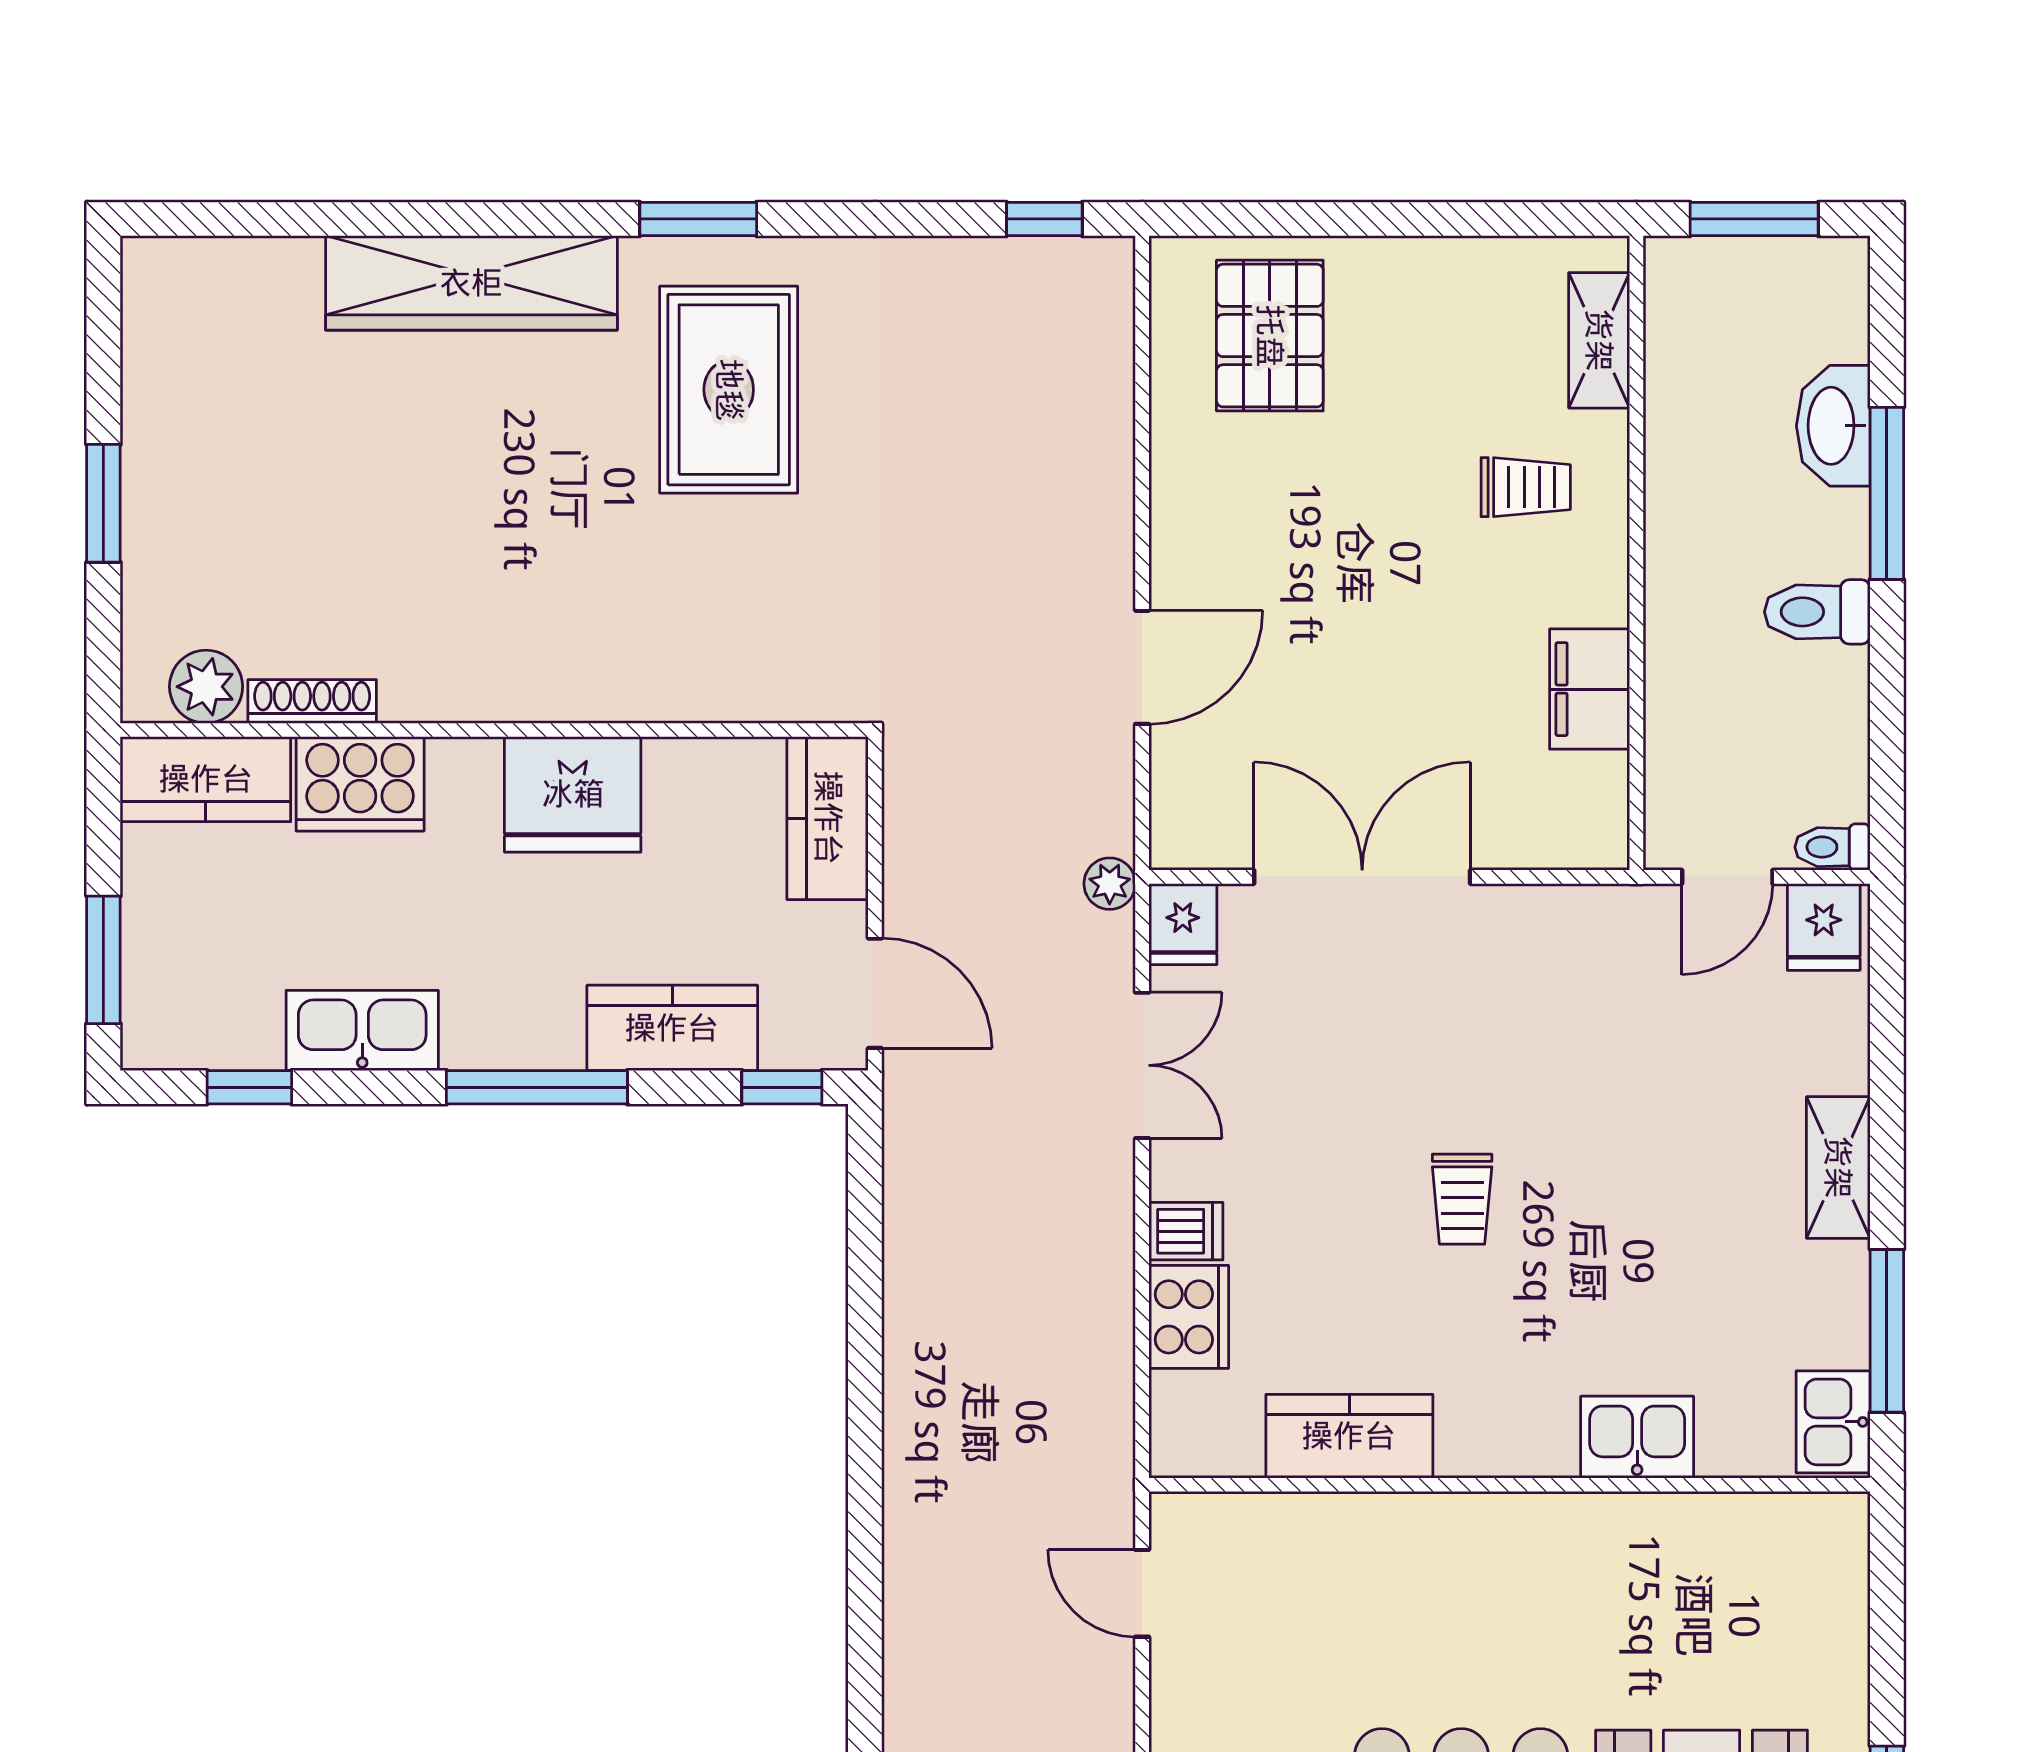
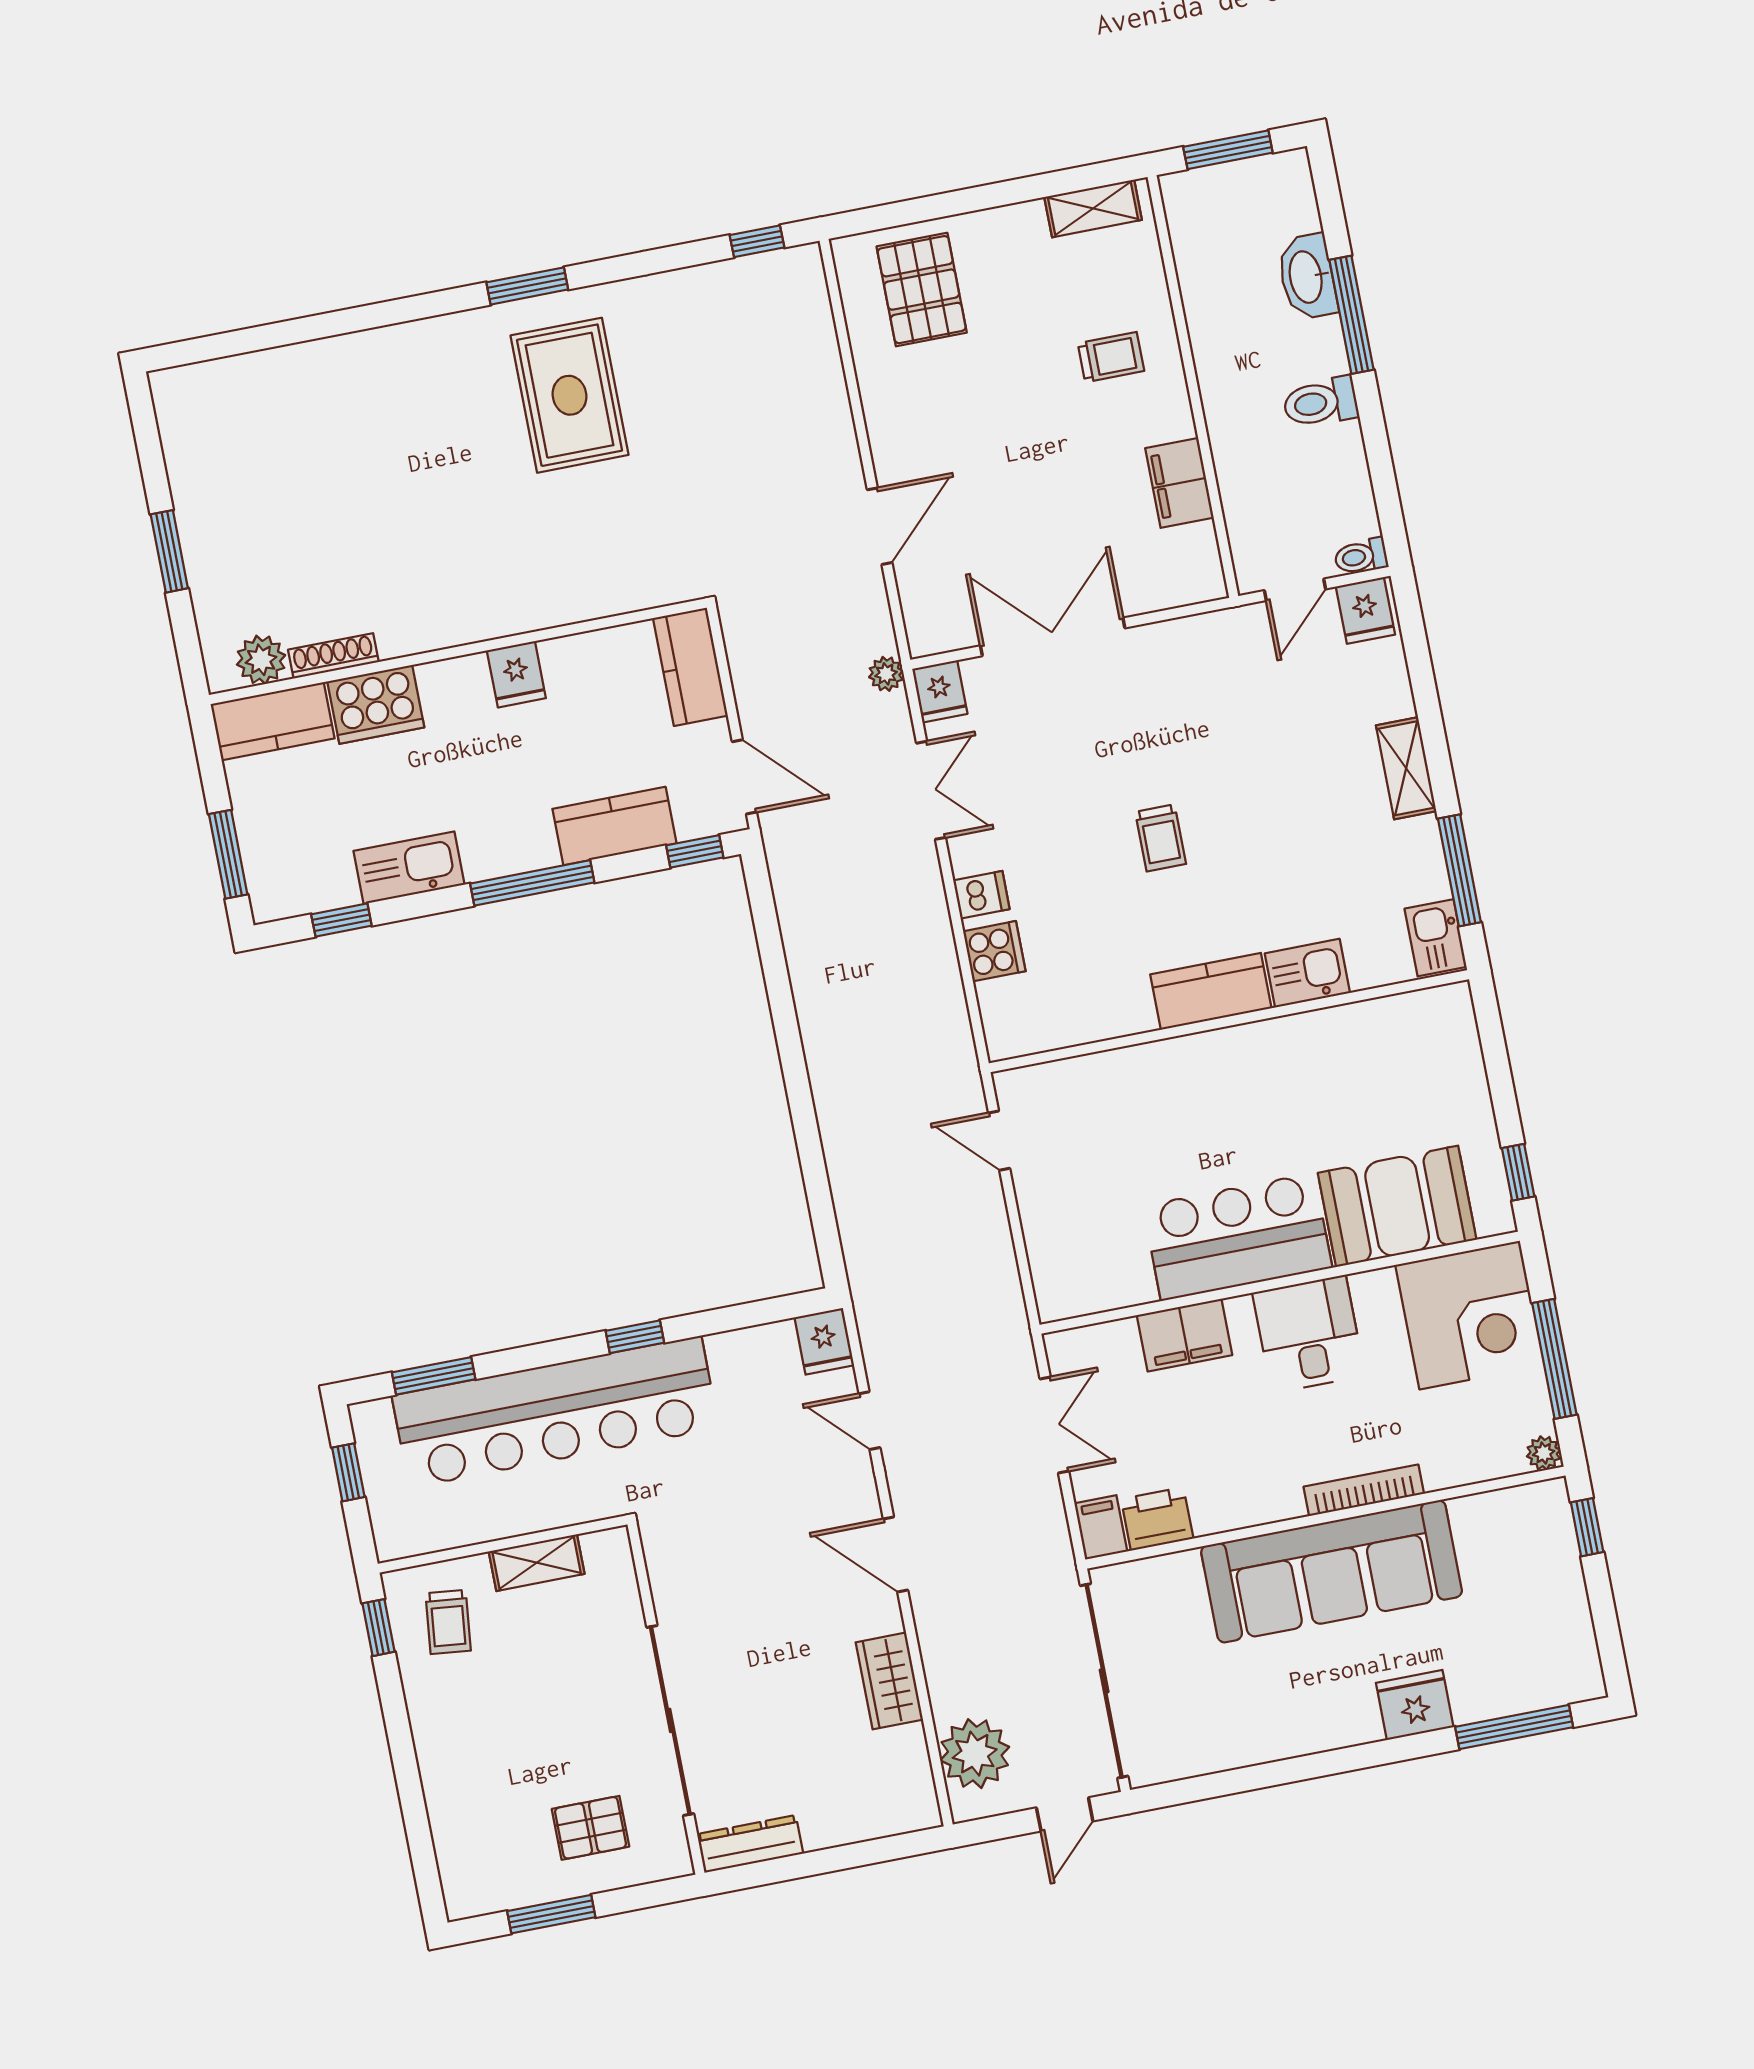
wardrobe: (471, 283) -> (385, 358), removed
shelving: (1599, 340) -> (1093, 208), moved, turned 90
fridge: (573, 794) -> (516, 674), width x0.53, depth x0.75
cooker: (1189, 1317) -> (994, 951), width x0.73
kitchen counter: (1349, 1436) -> (1211, 991), moved

